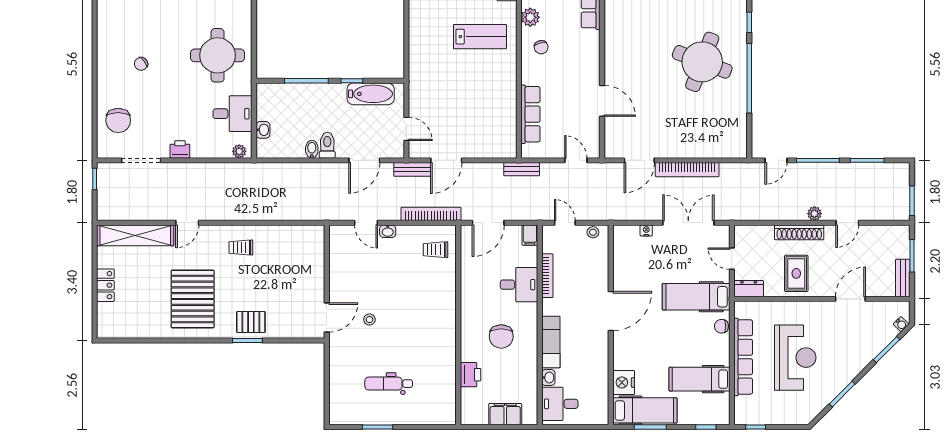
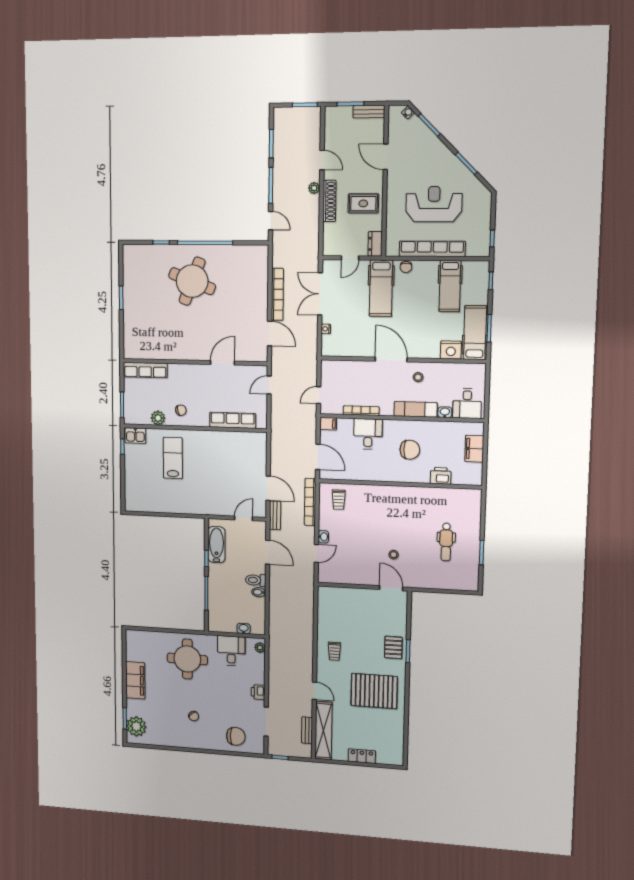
bench: (522, 169) -> (307, 730), moved
stool: (593, 232) -> (418, 377), moved

